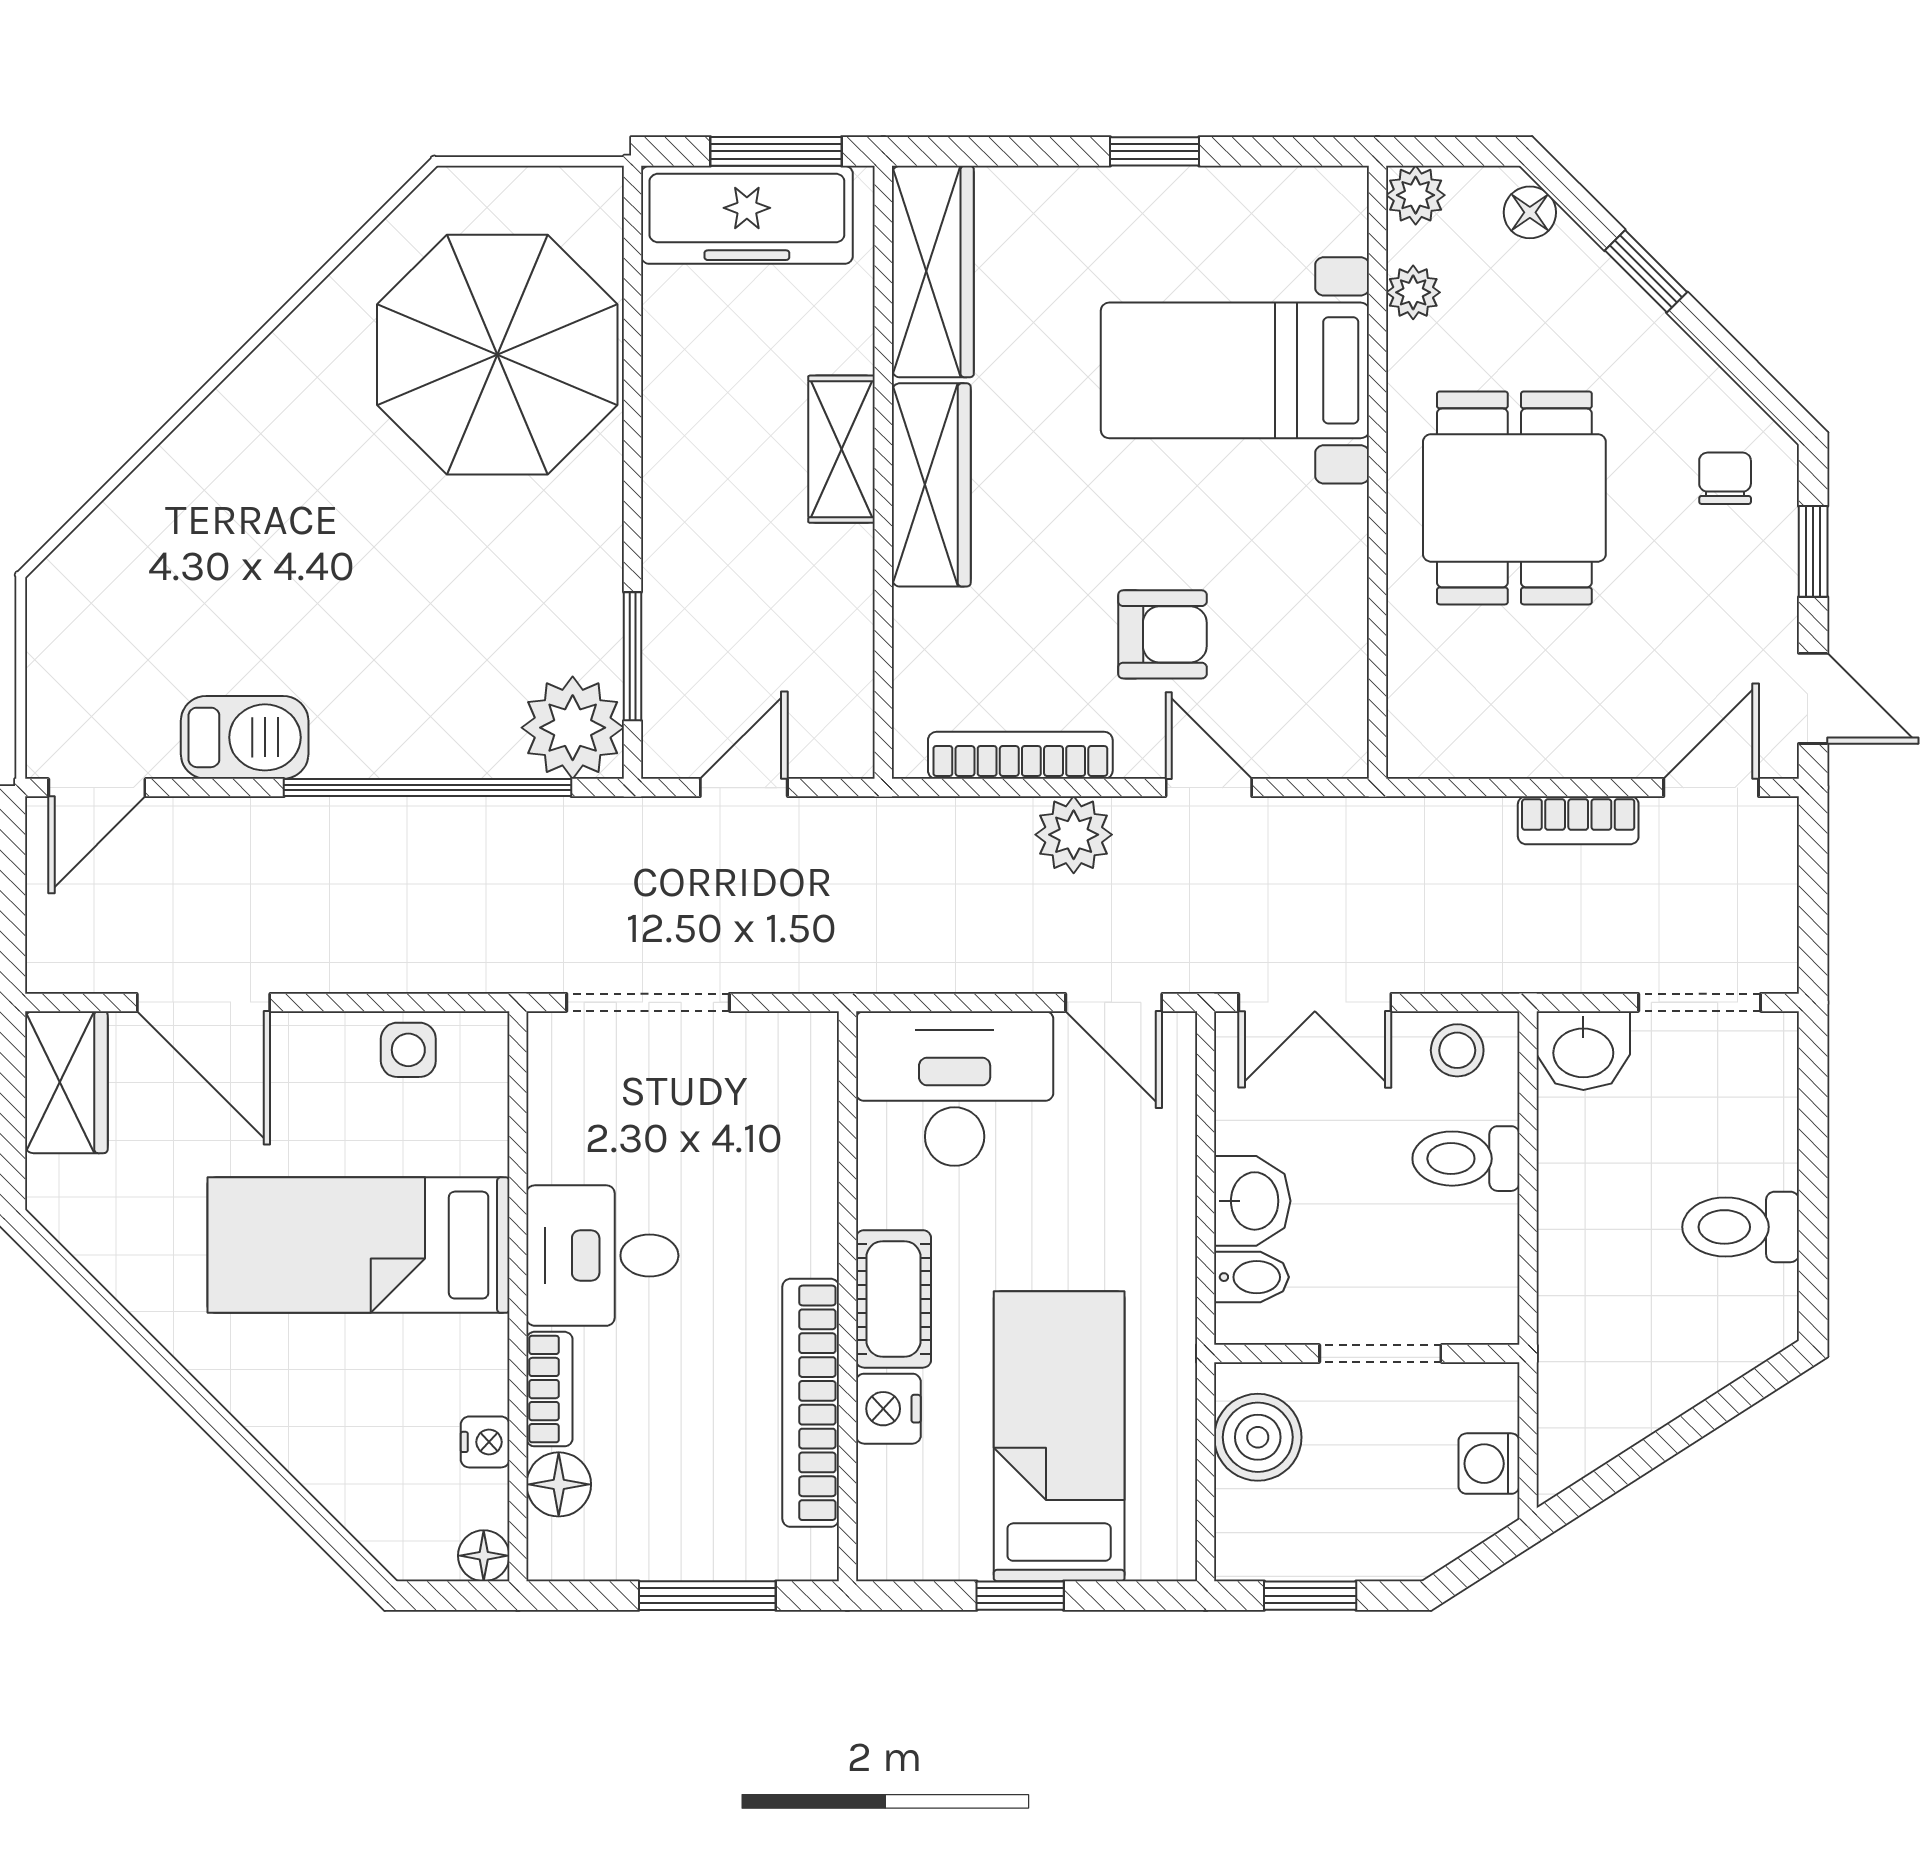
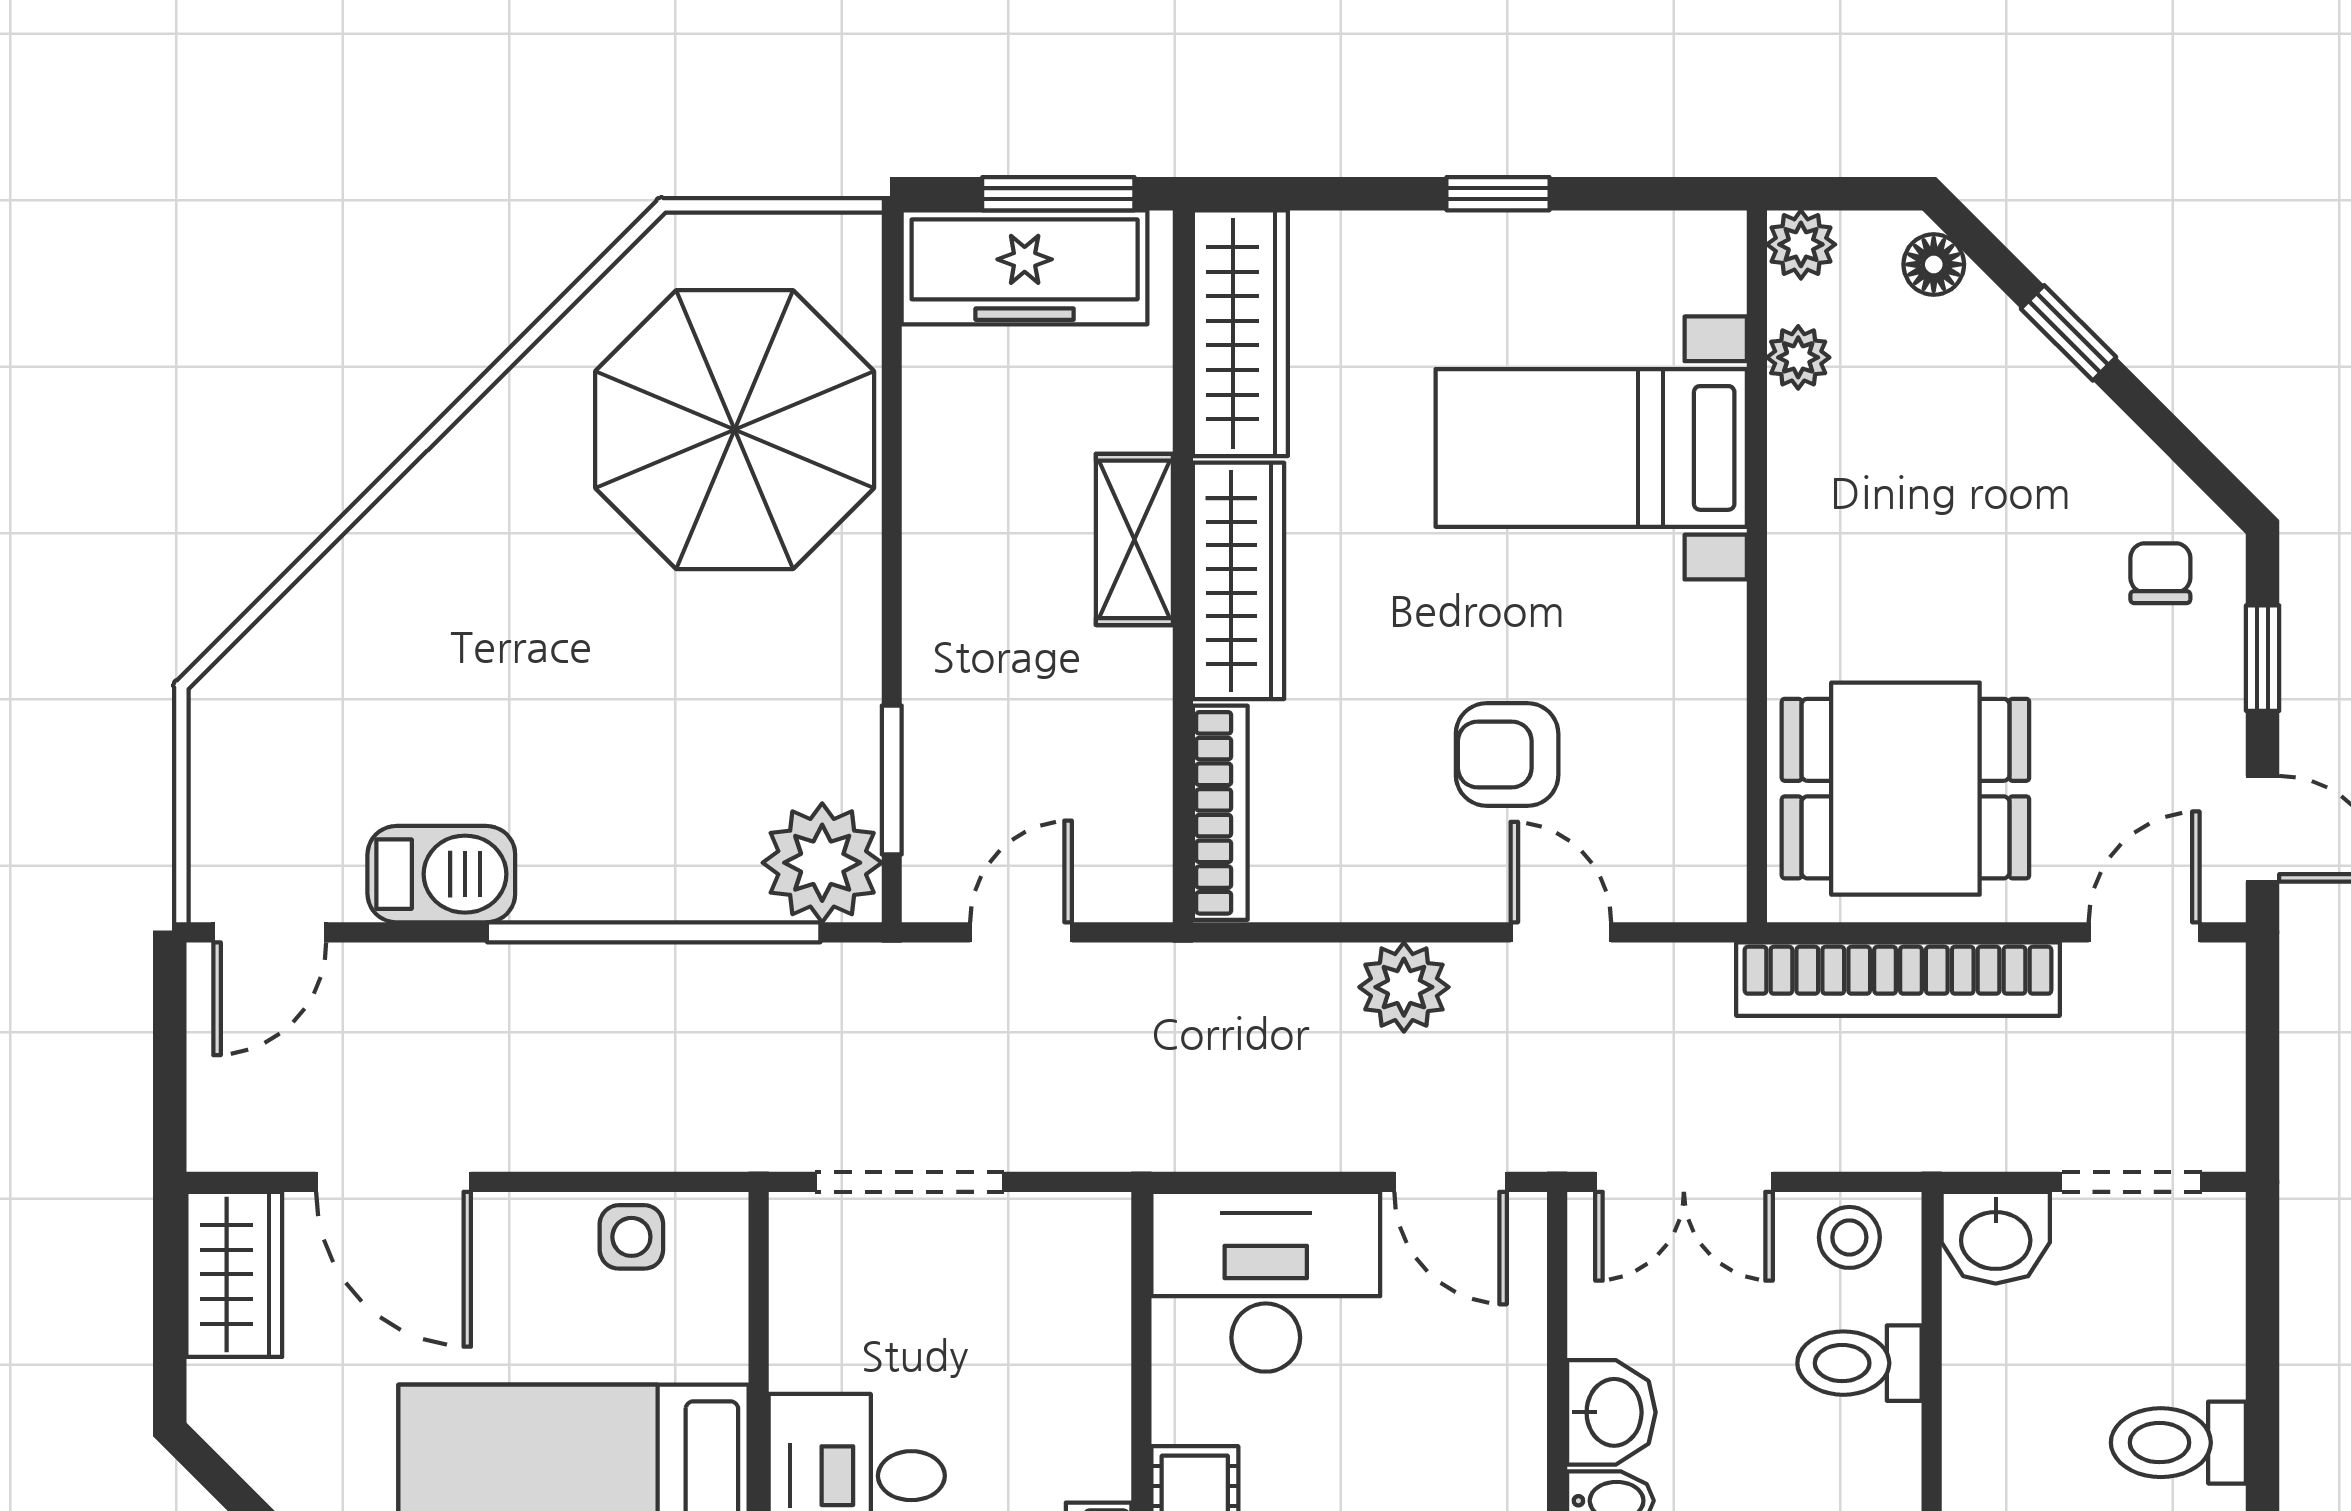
dining table: (1514, 498) -> (1905, 789), moved, turned 90
armchair: (1162, 634) -> (1507, 754), turned 180
bookcase: (1020, 755) -> (1220, 813), moved, turned 90
bookcase: (1578, 820) -> (1898, 979), width x2.31, depth x1.31

